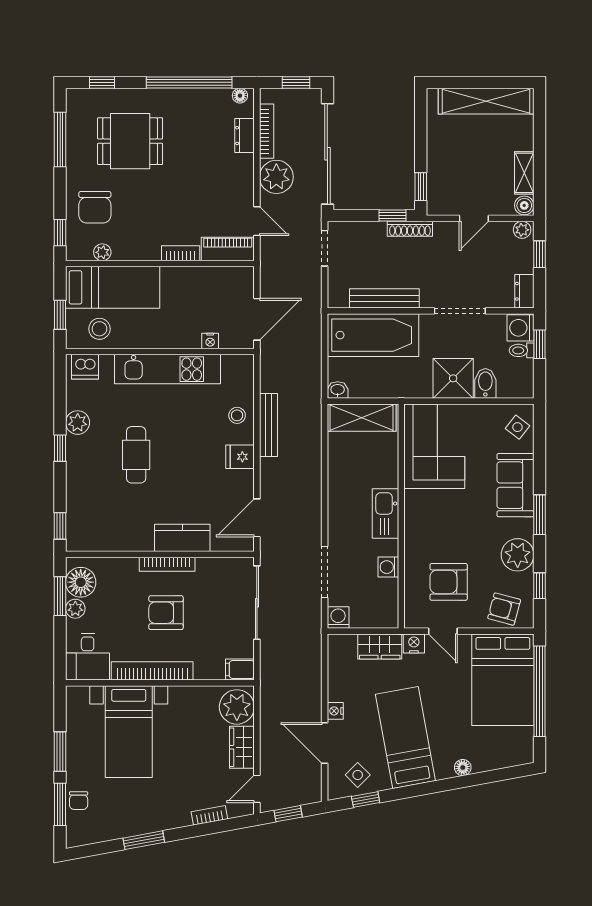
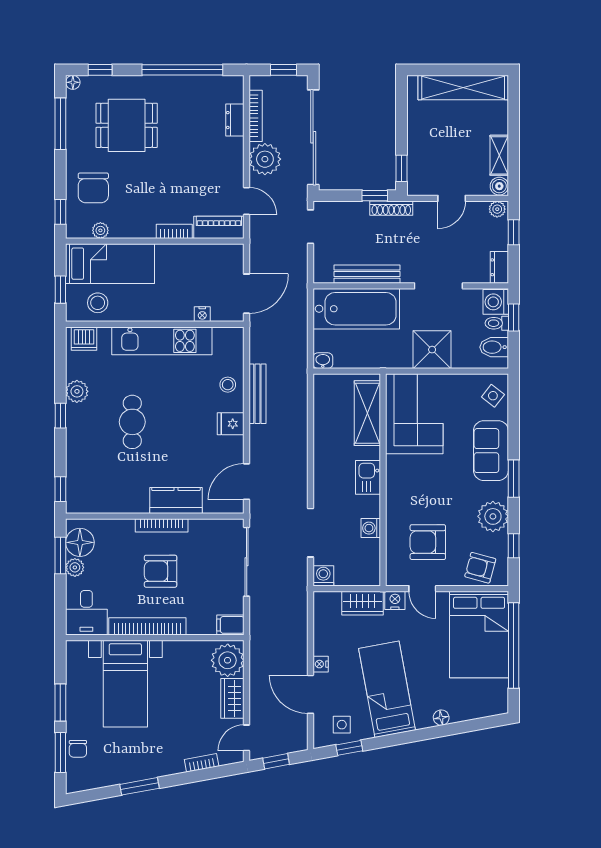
floor lamp: (240, 96) -> (73, 82), moved
bidet: (485, 383) -> (494, 347), moved, turned -90
shelving: (362, 418) -> (367, 413), moved, turned 90
kitchen sink: (385, 513) -> (368, 477), width x0.73
side table: (358, 775) -> (342, 725), turned 45

